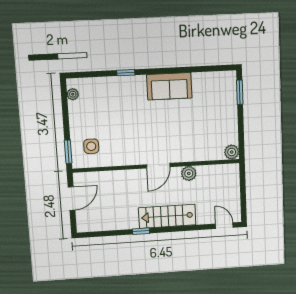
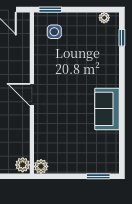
window: (126, 73) -> (122, 38), moved
plant: (189, 173) -> (23, 165), moved

